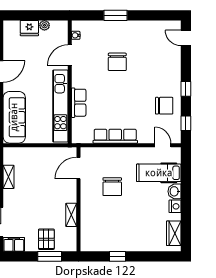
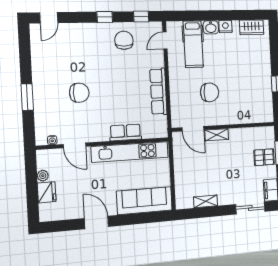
shelving: (71, 215) -> (217, 135), moved

